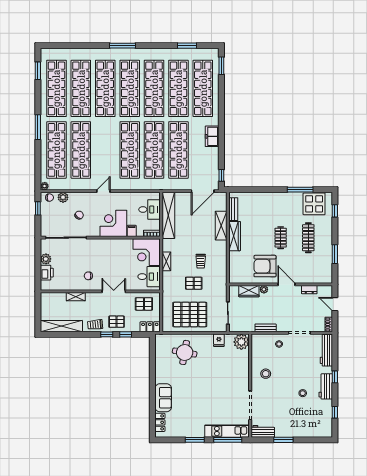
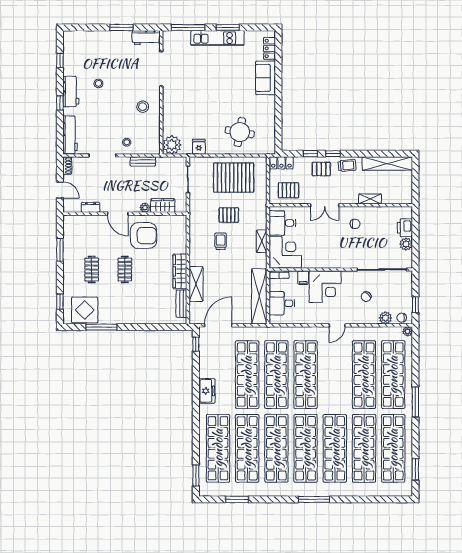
clothes rail: (308, 238) -> (92, 270), width x0.73
kitchen unit: (227, 431) -> (217, 38), moved

